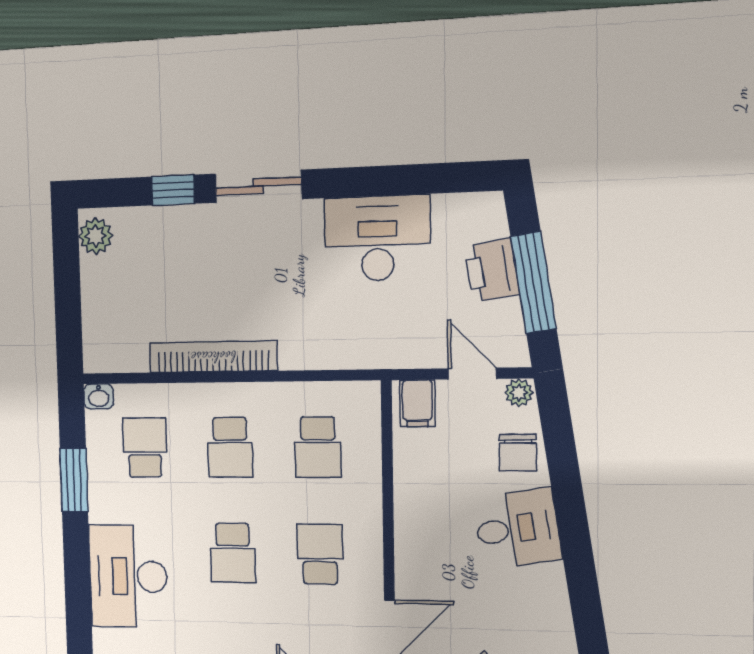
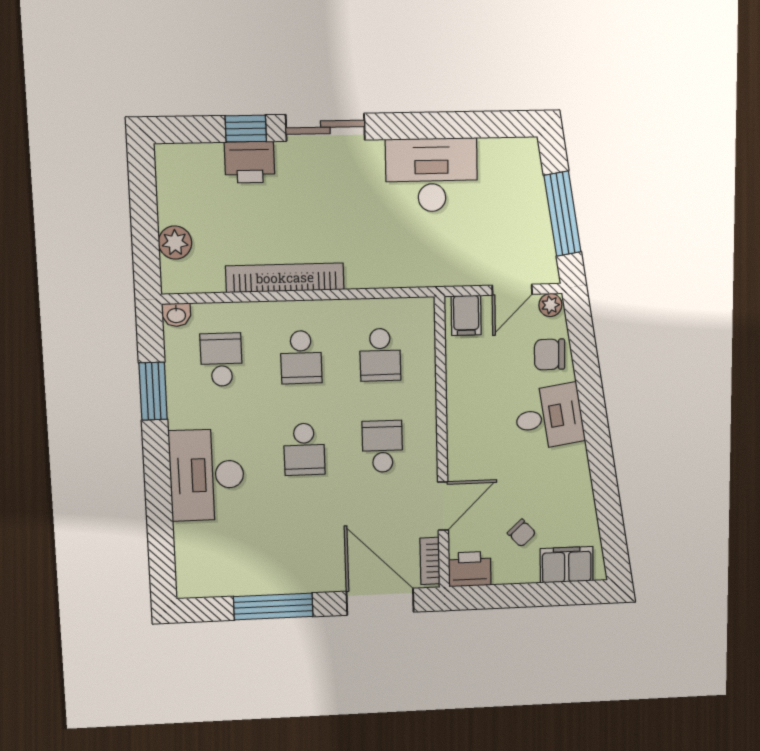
plant: (96, 236) -> (175, 243), moved
printer: (492, 270) -> (250, 162), moved, turned -81
door: (472, 374) -> (512, 290), swing flipped
chair: (518, 453) -> (550, 354), turned 90

